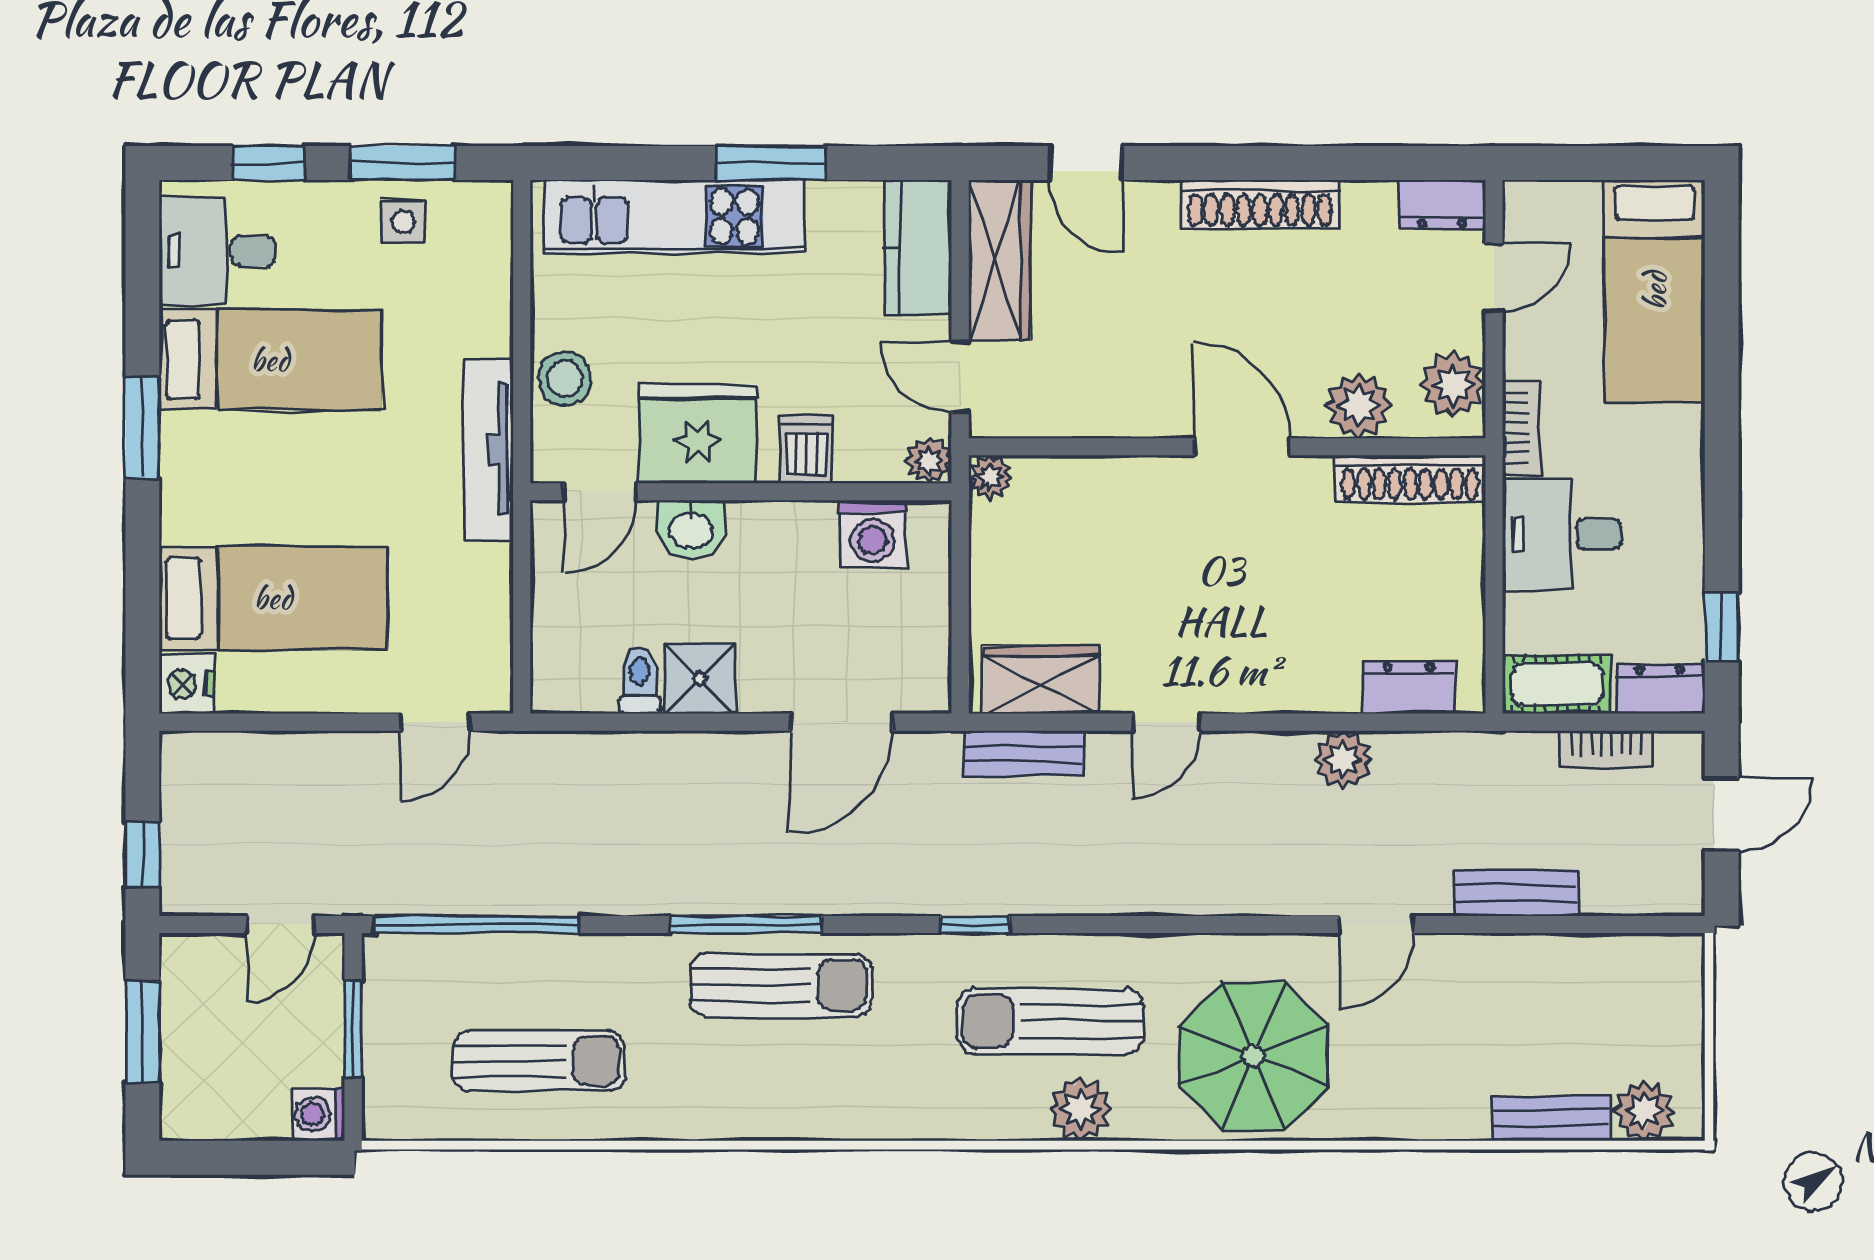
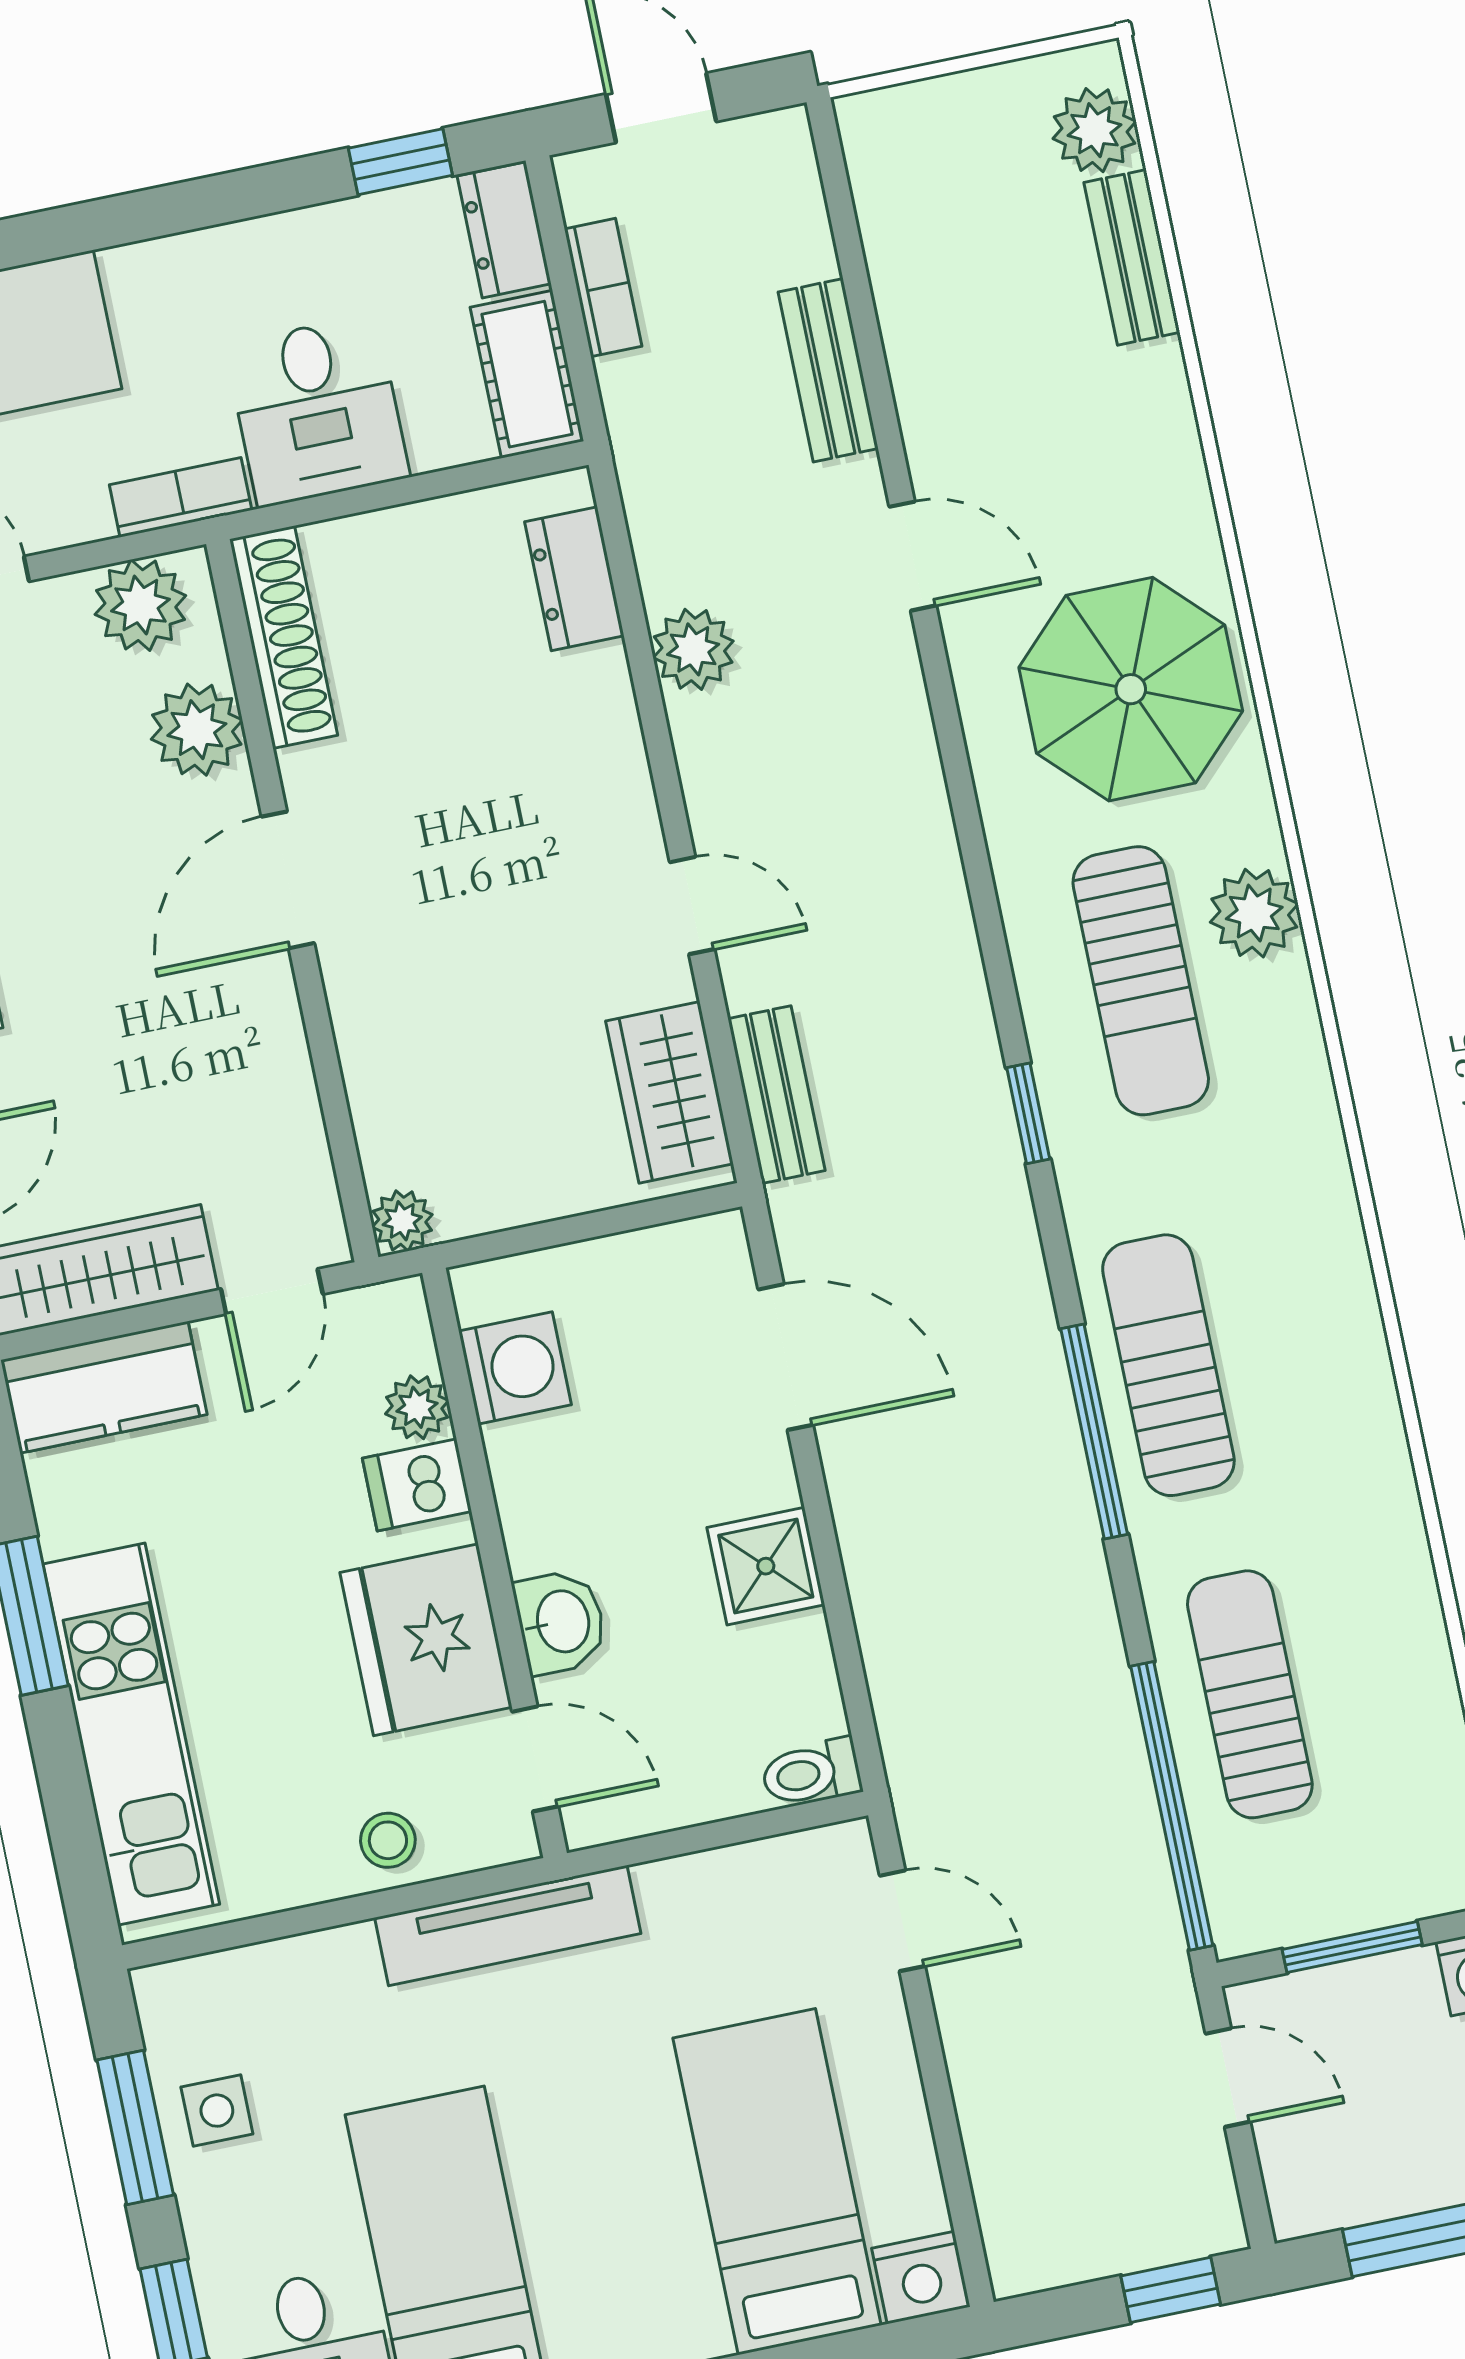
stool: (565, 379) -> (388, 1840), width x0.73, depth x0.73
plant: (929, 461) -> (417, 1407), moved
toilet: (640, 680) -> (811, 1773), moved
sun lounger: (539, 1061) -> (1250, 1694), moved

